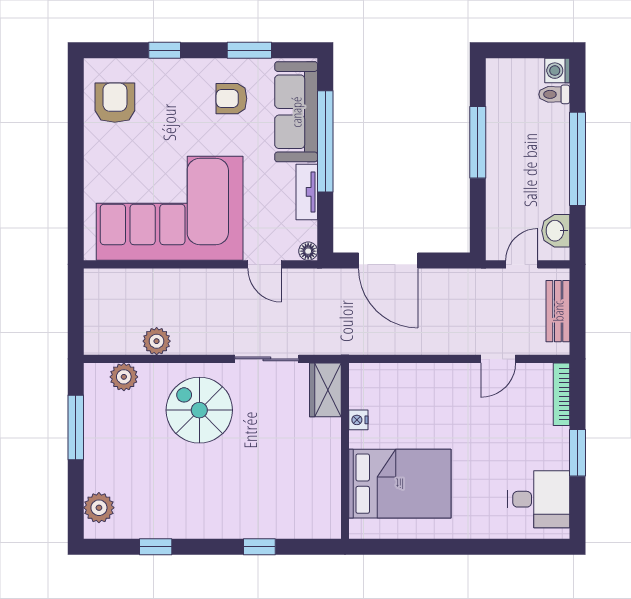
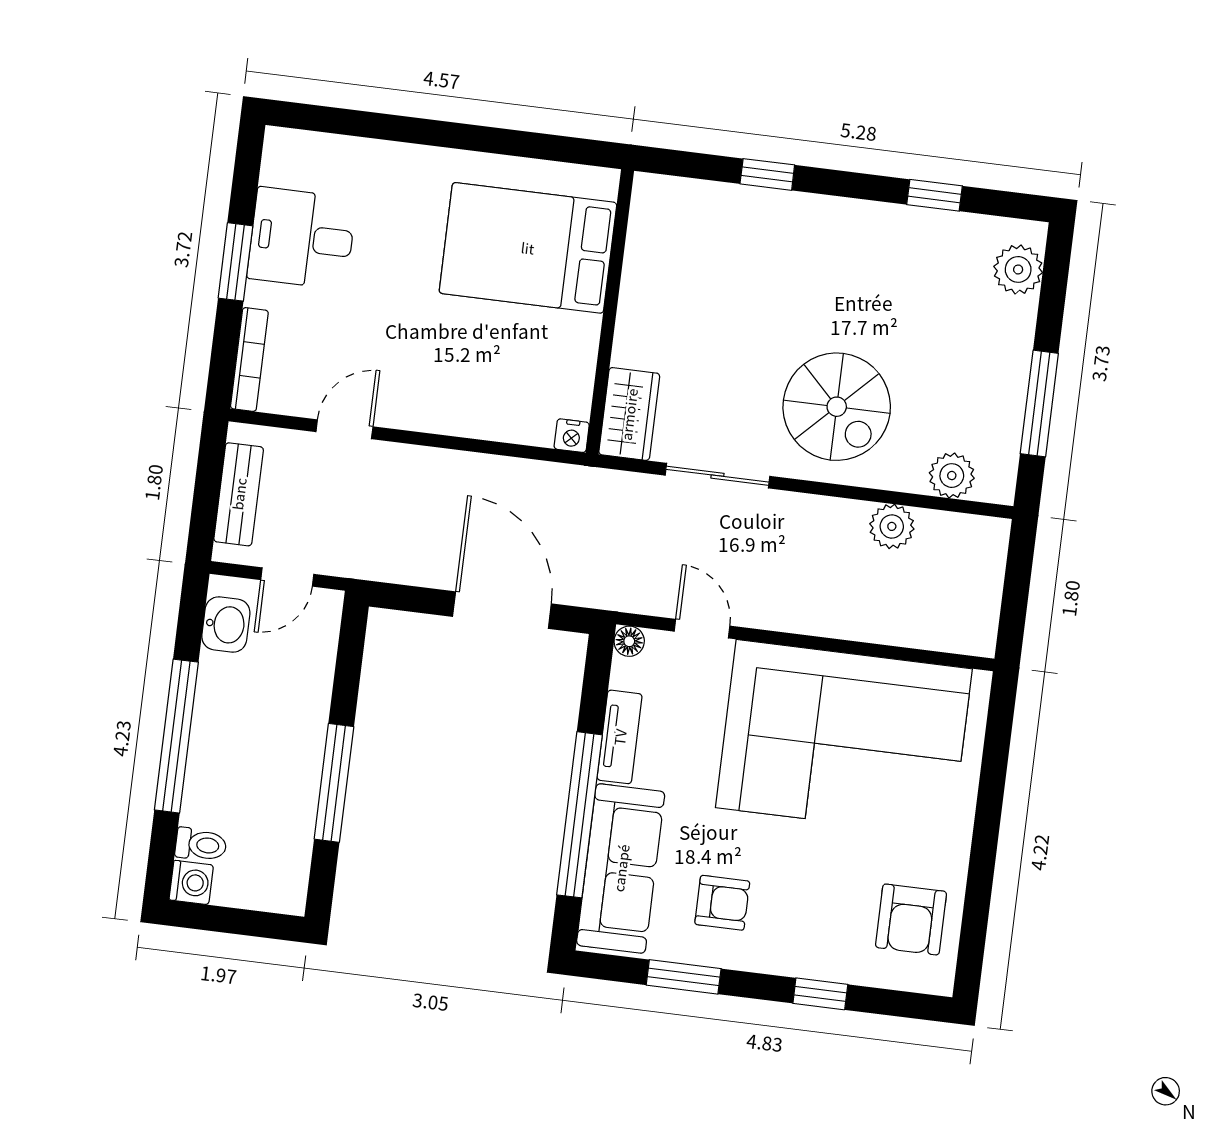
nightstand: (358, 420) -> (572, 436), moved, turned 90
desk: (539, 499) -> (302, 238), moved

